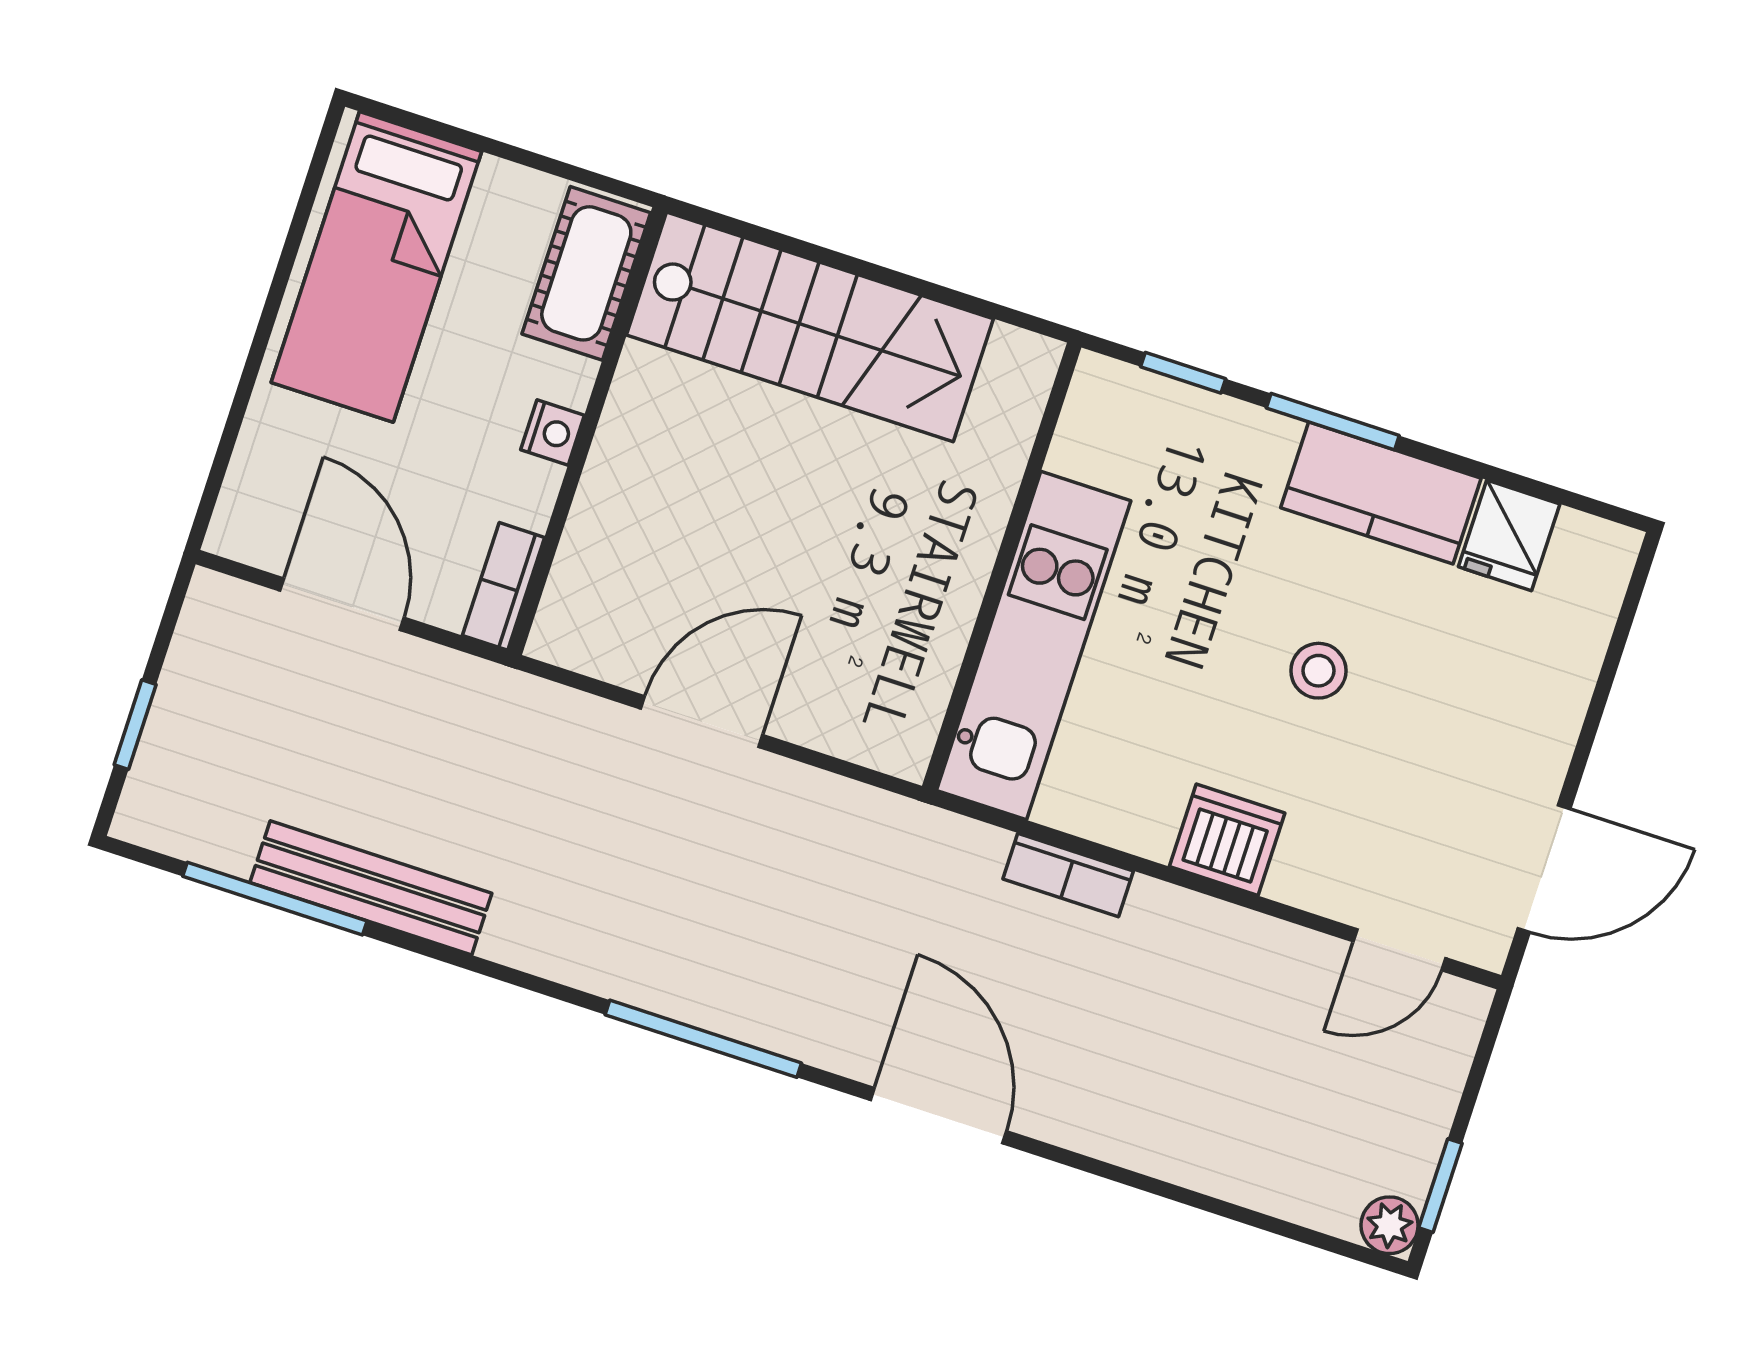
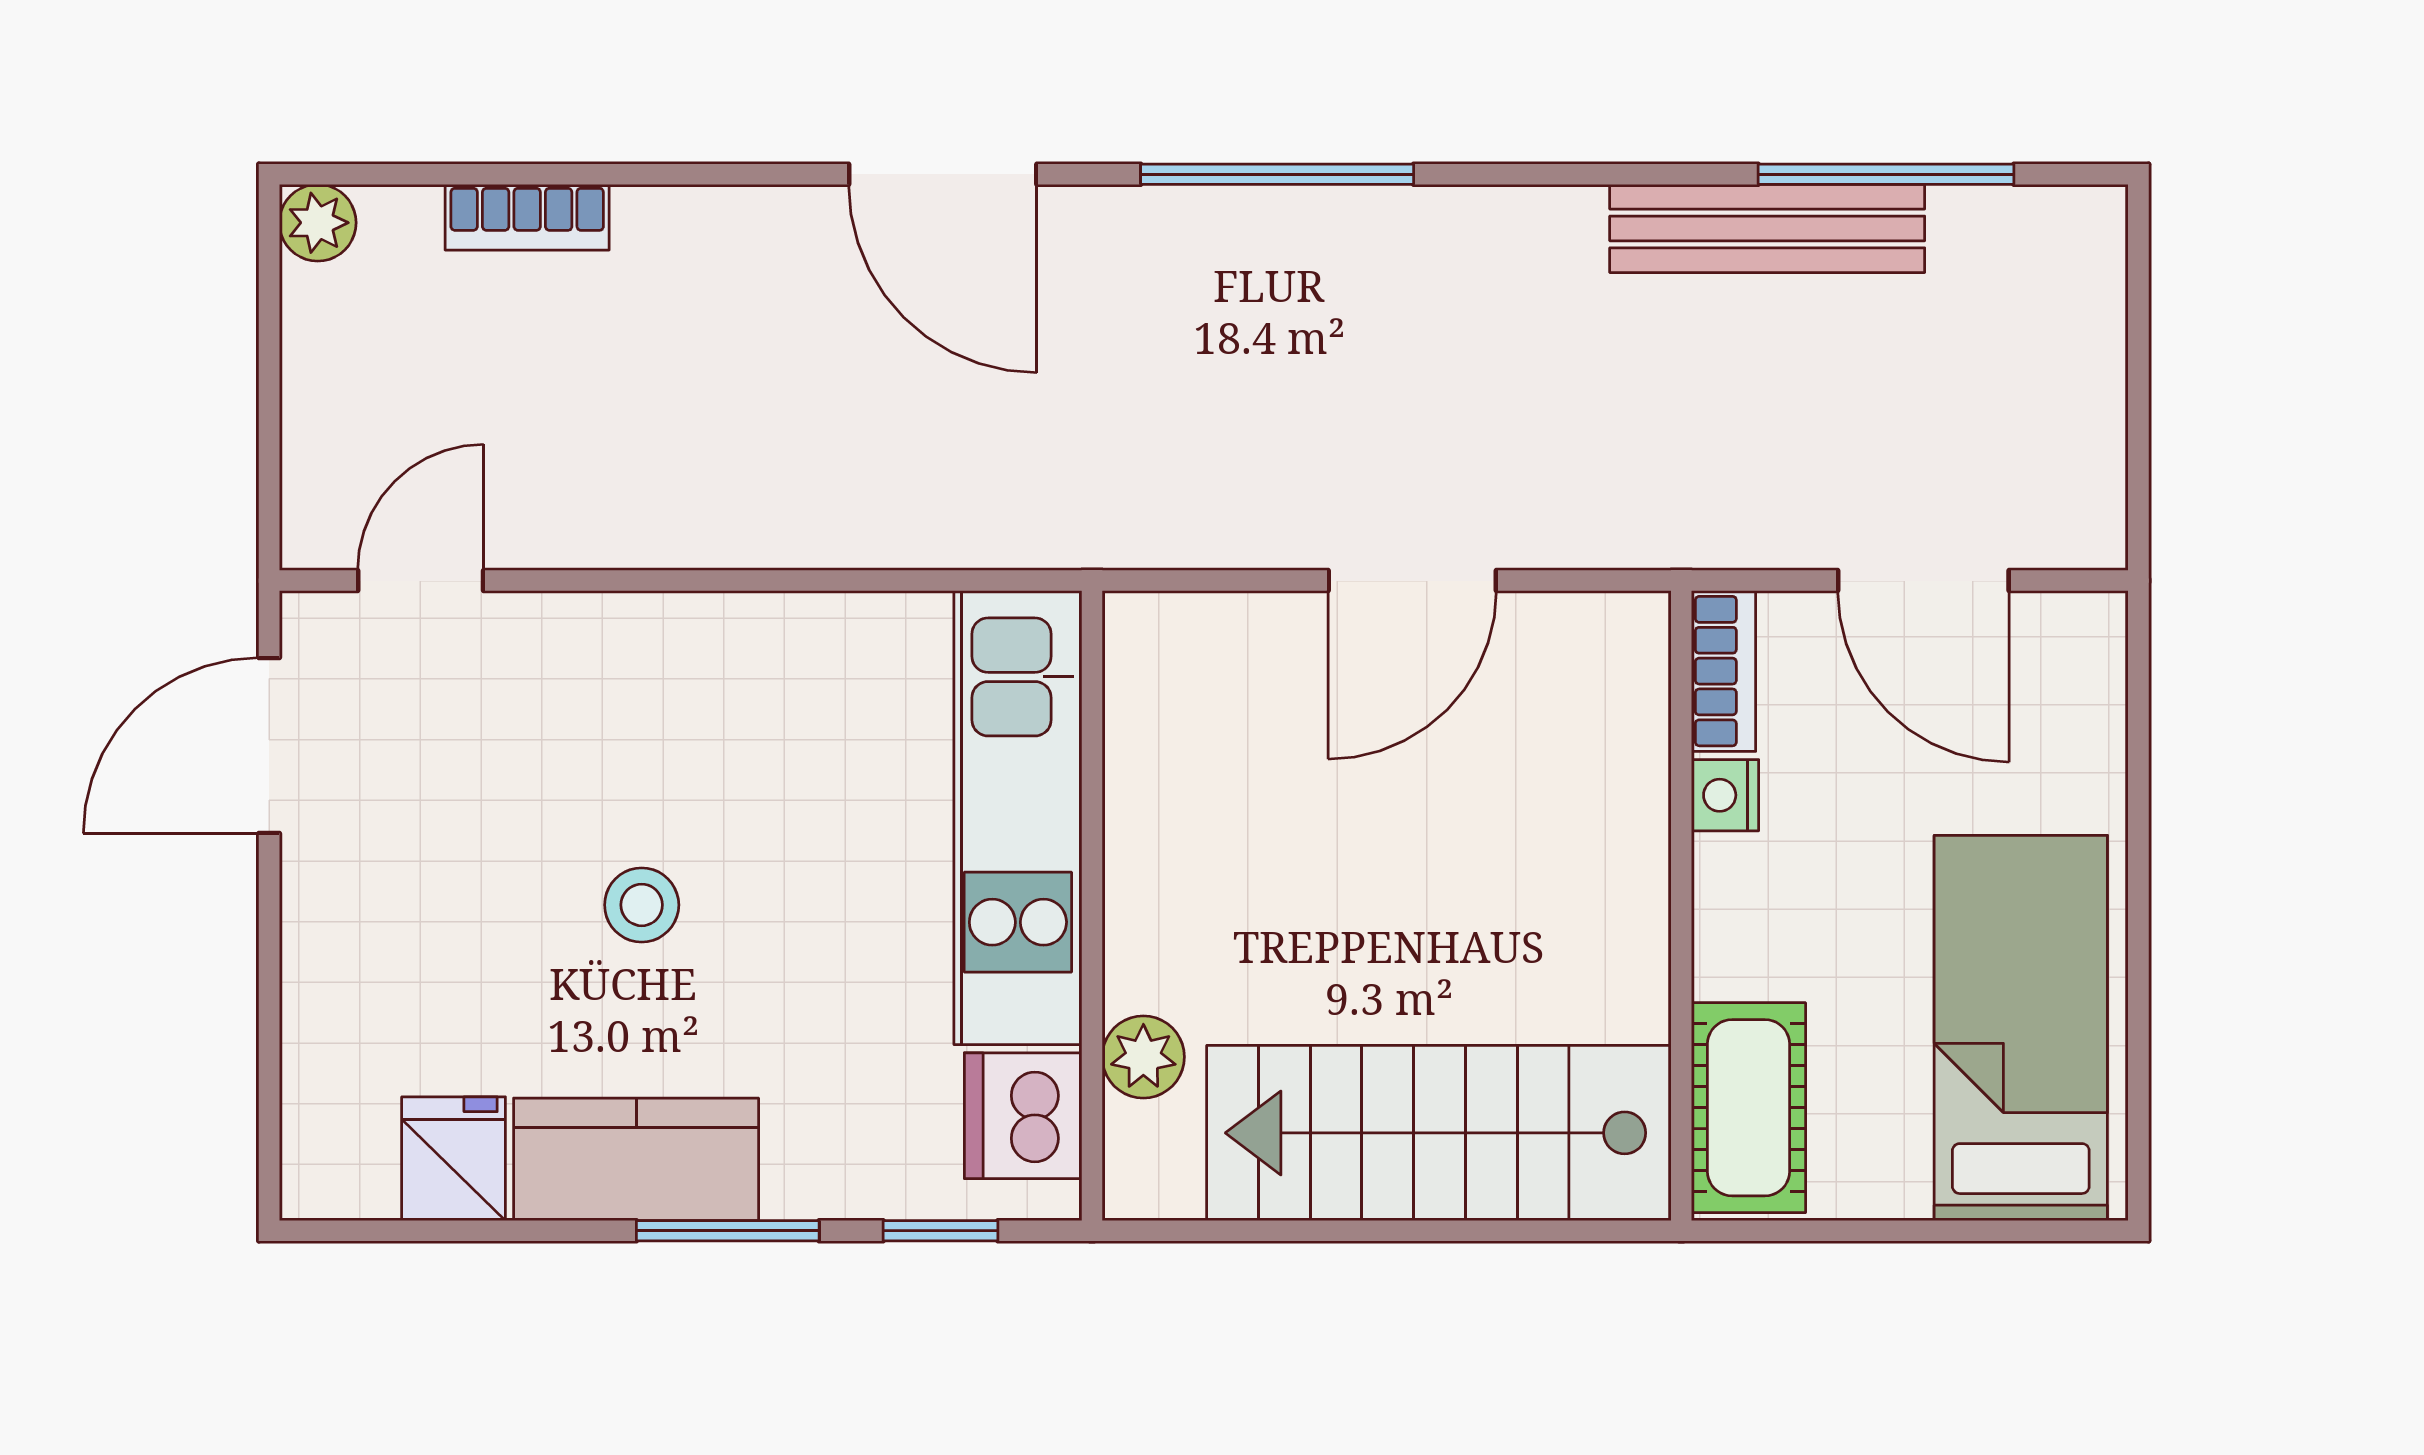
nightstand: (553, 432) -> (1725, 795), moved
plant: (1000, 448) -> (1143, 1057), added
window: (135, 725) -> (2138, 339), removed
dishwasher: (1227, 840) -> (1023, 1116), moved, turned 90
bookcase: (1068, 875) -> (527, 217), moved, turned 180
window: (1440, 1186) -> (269, 295), removed

